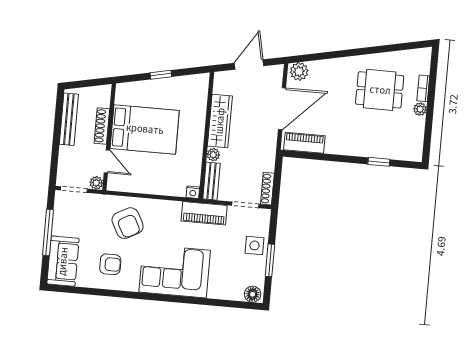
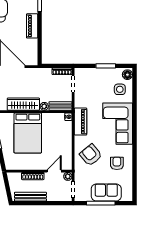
bed: (145, 129) -> (28, 133), moved, turned 180
piano: (304, 143) -> (32, 26), moved
piano: (204, 213) -> (81, 122), moved
armchair: (128, 223) -> (91, 155), turned -102
side table: (254, 245) -> (120, 89), moved
sofa: (63, 261) -> (106, 192), moved

